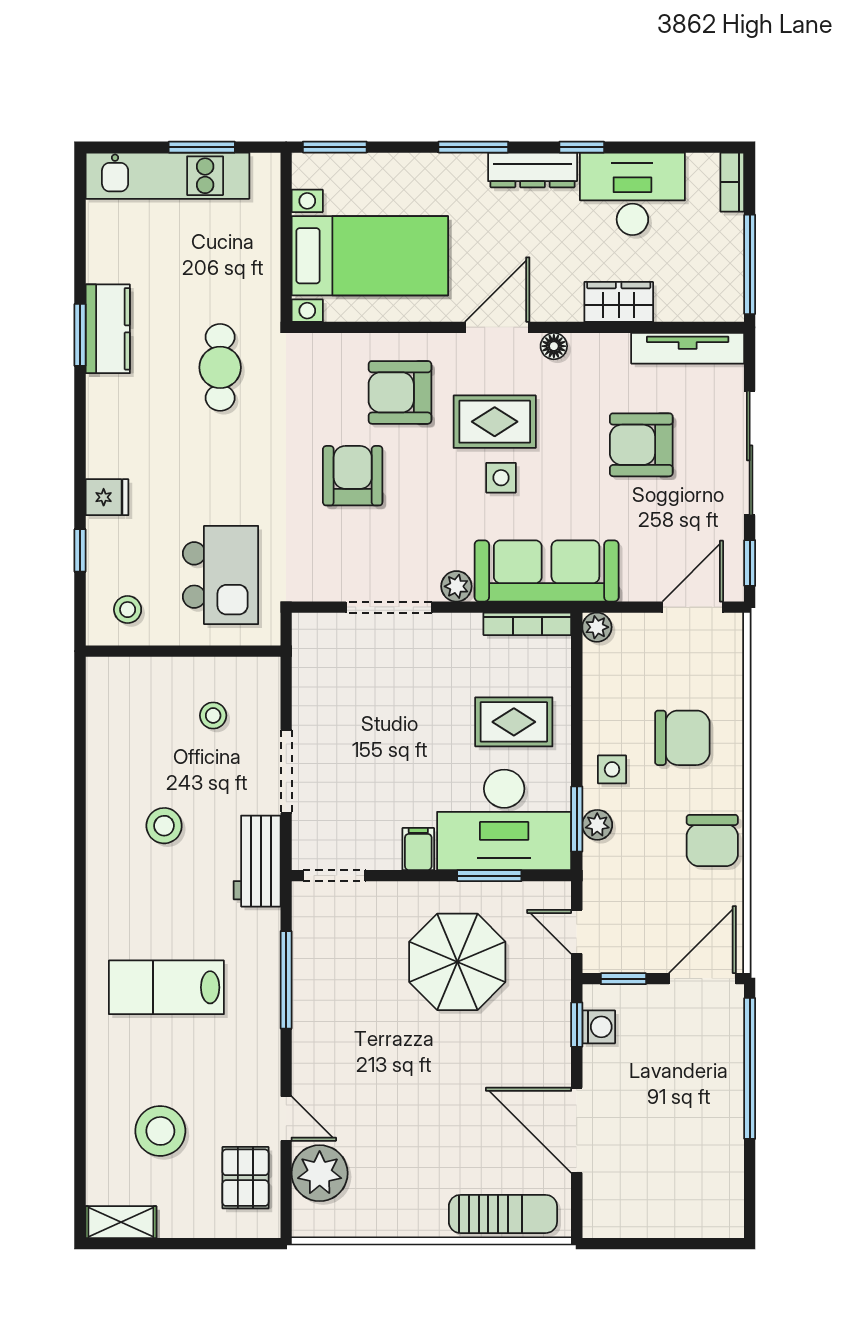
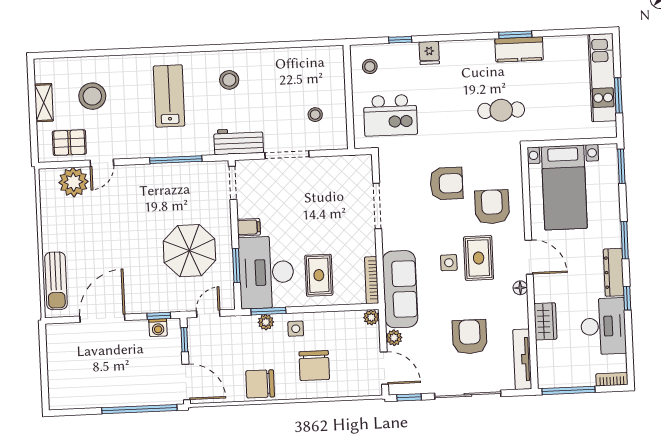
plant: (456, 586) -> (394, 338), moved
stool: (164, 826) -> (229, 80), moved
shelving: (121, 1222) -> (44, 103), moved

